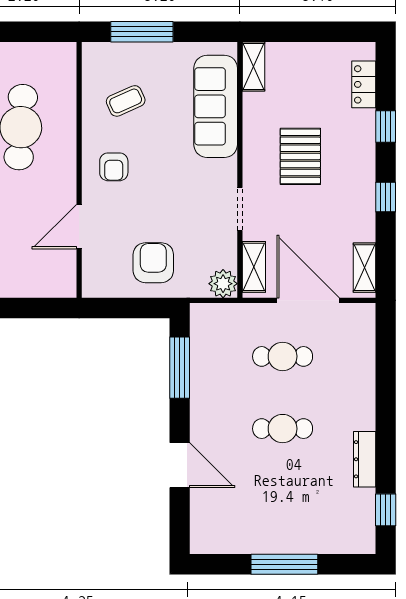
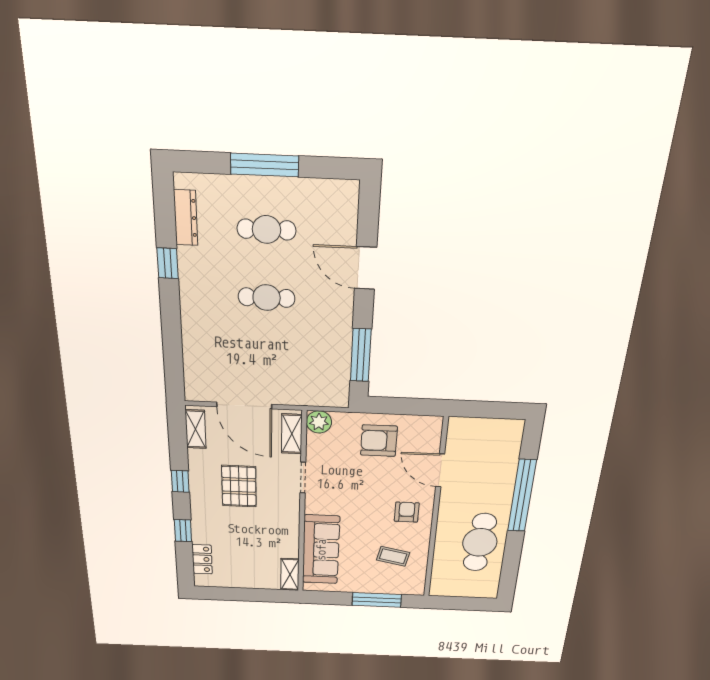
coffee table: (126, 101) -> (393, 556), turned 36
pallet: (300, 156) -> (239, 486), moved
door: (79, 227) -> (440, 470), swing flipped
armchair: (153, 263) -> (379, 441), turned 90
cafe table: (283, 356) -> (266, 230), moved
dresser: (365, 459) -> (186, 218), moved
window: (386, 510) -> (168, 263), moved

